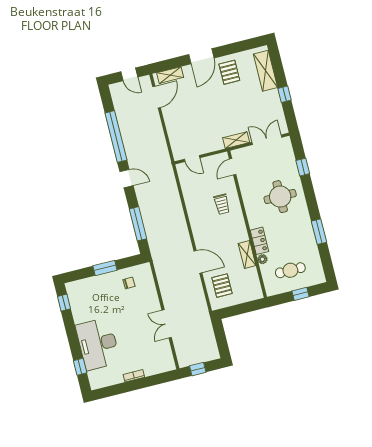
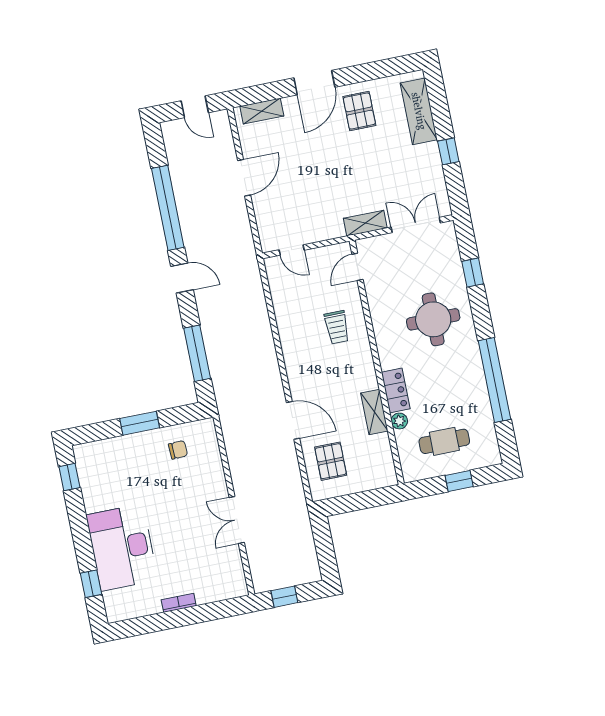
door: (157, 97) -> (244, 178), moved
window: (319, 232) -> (494, 380), width x2.11

